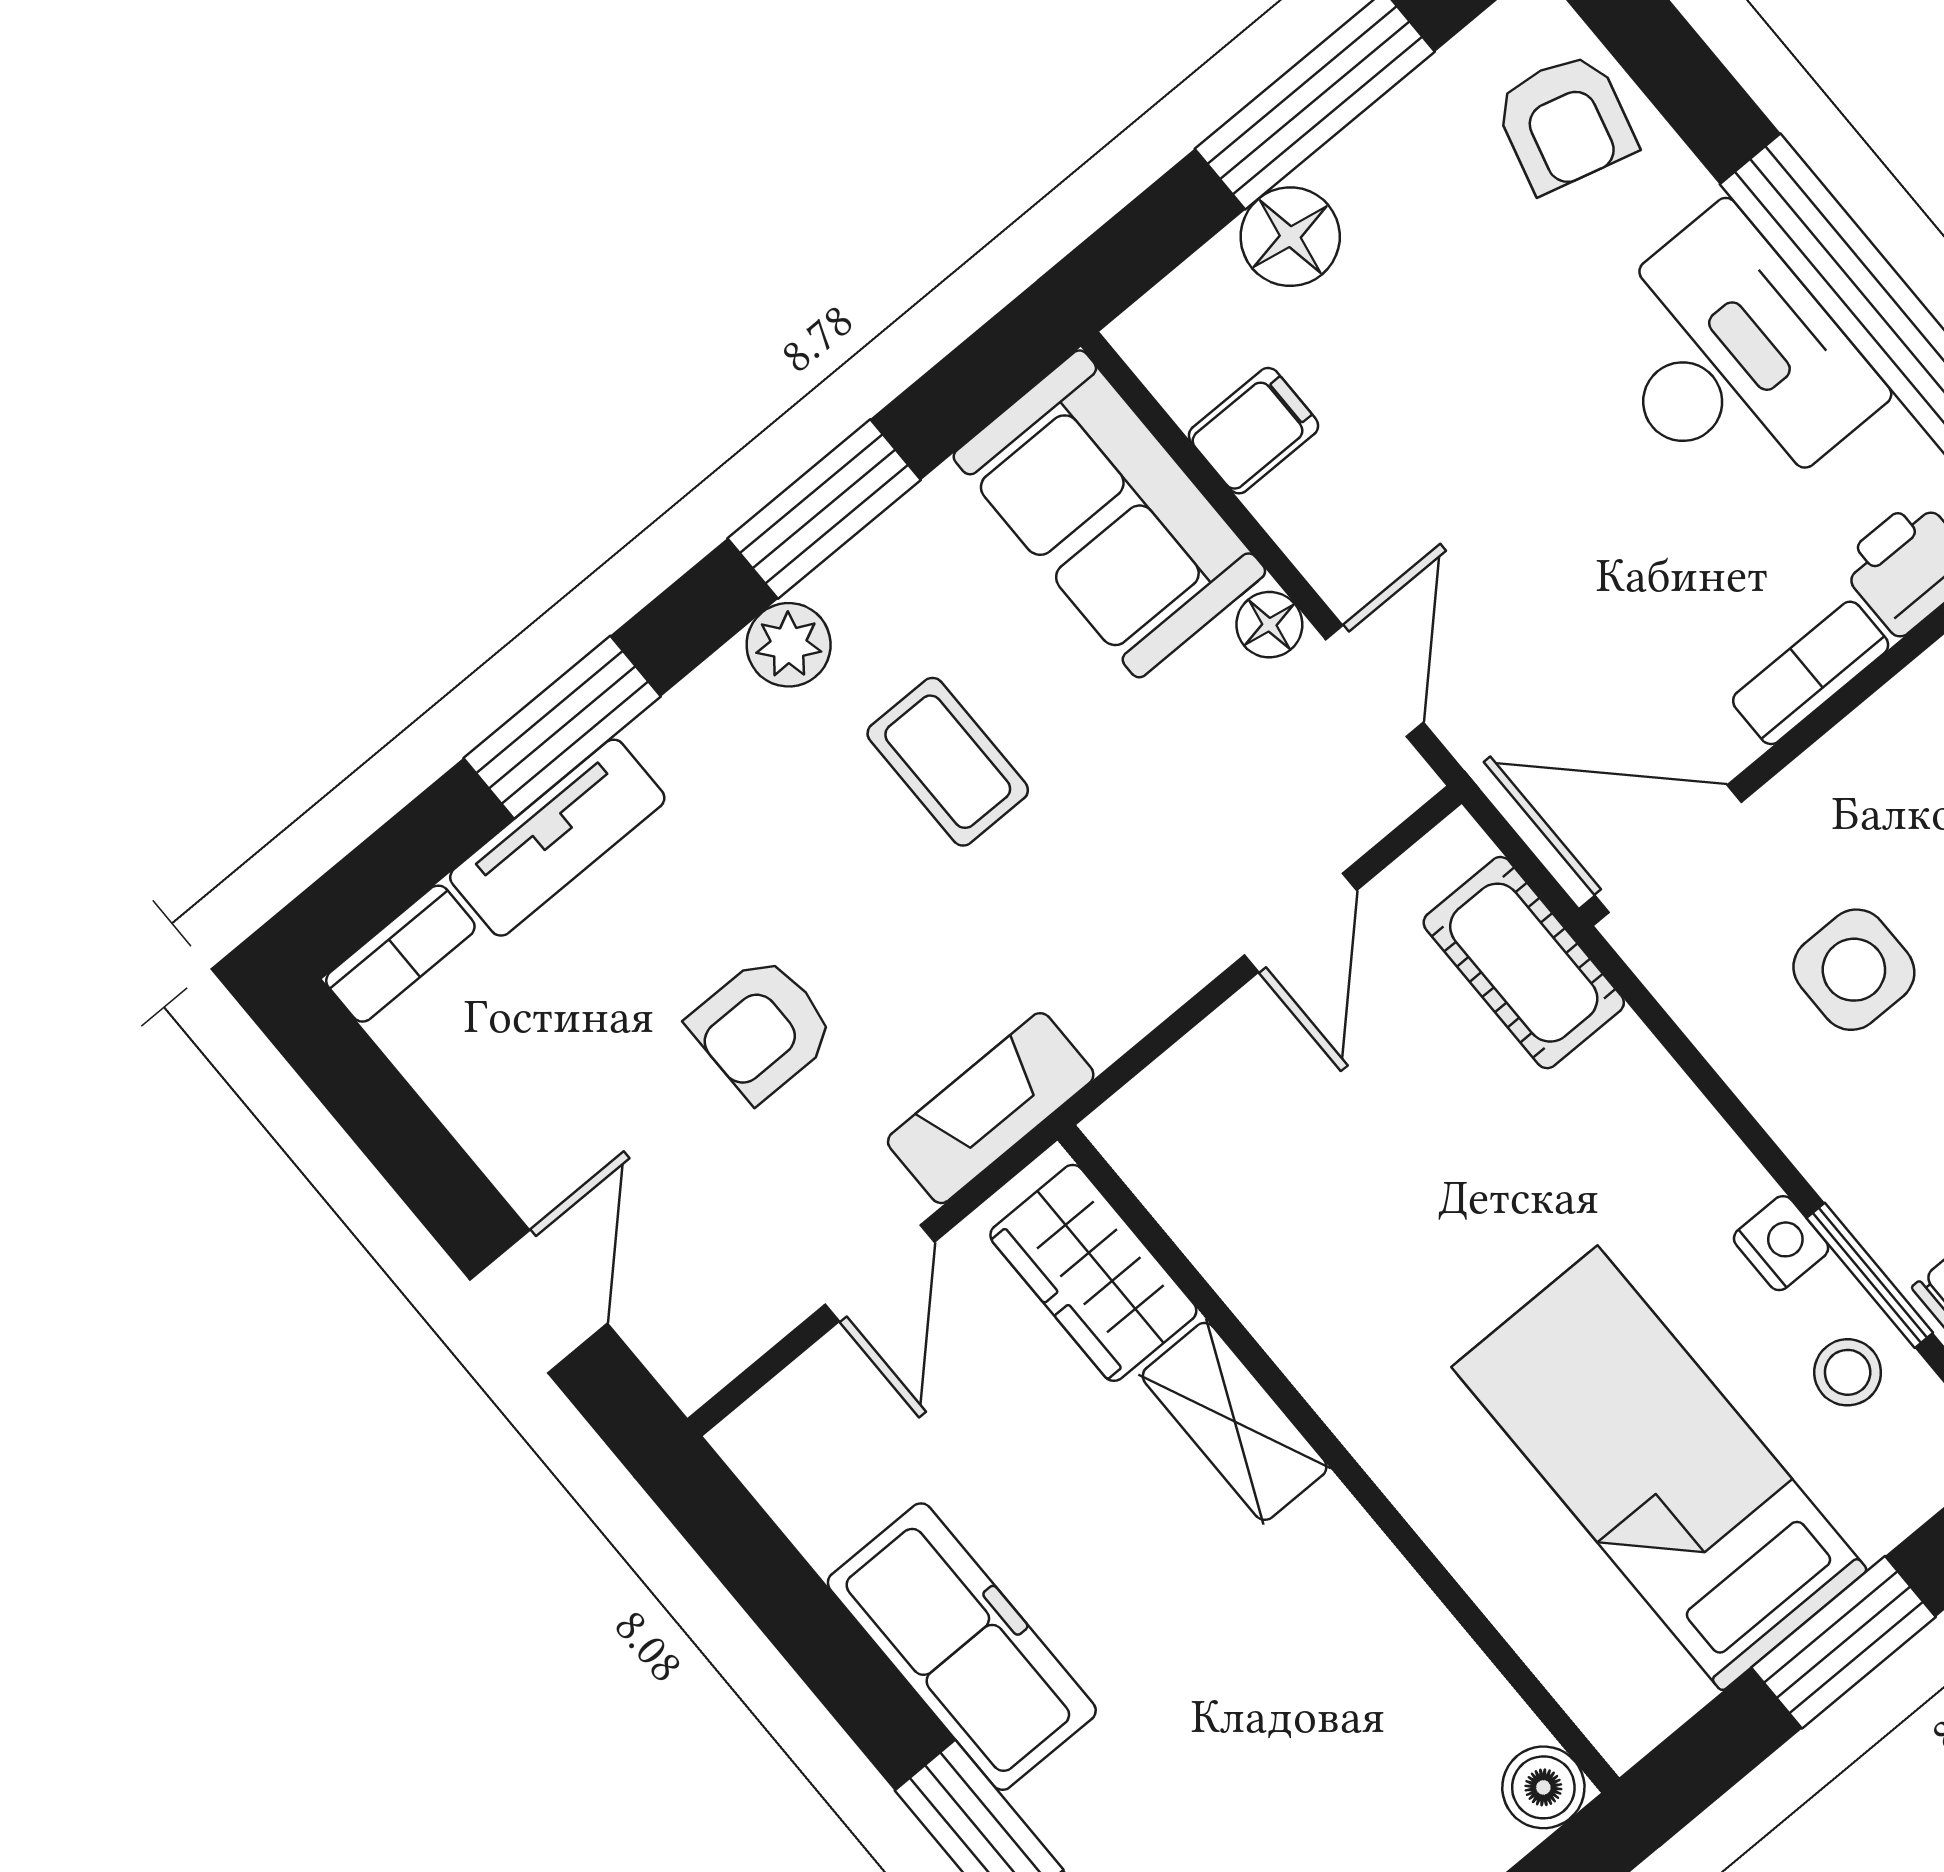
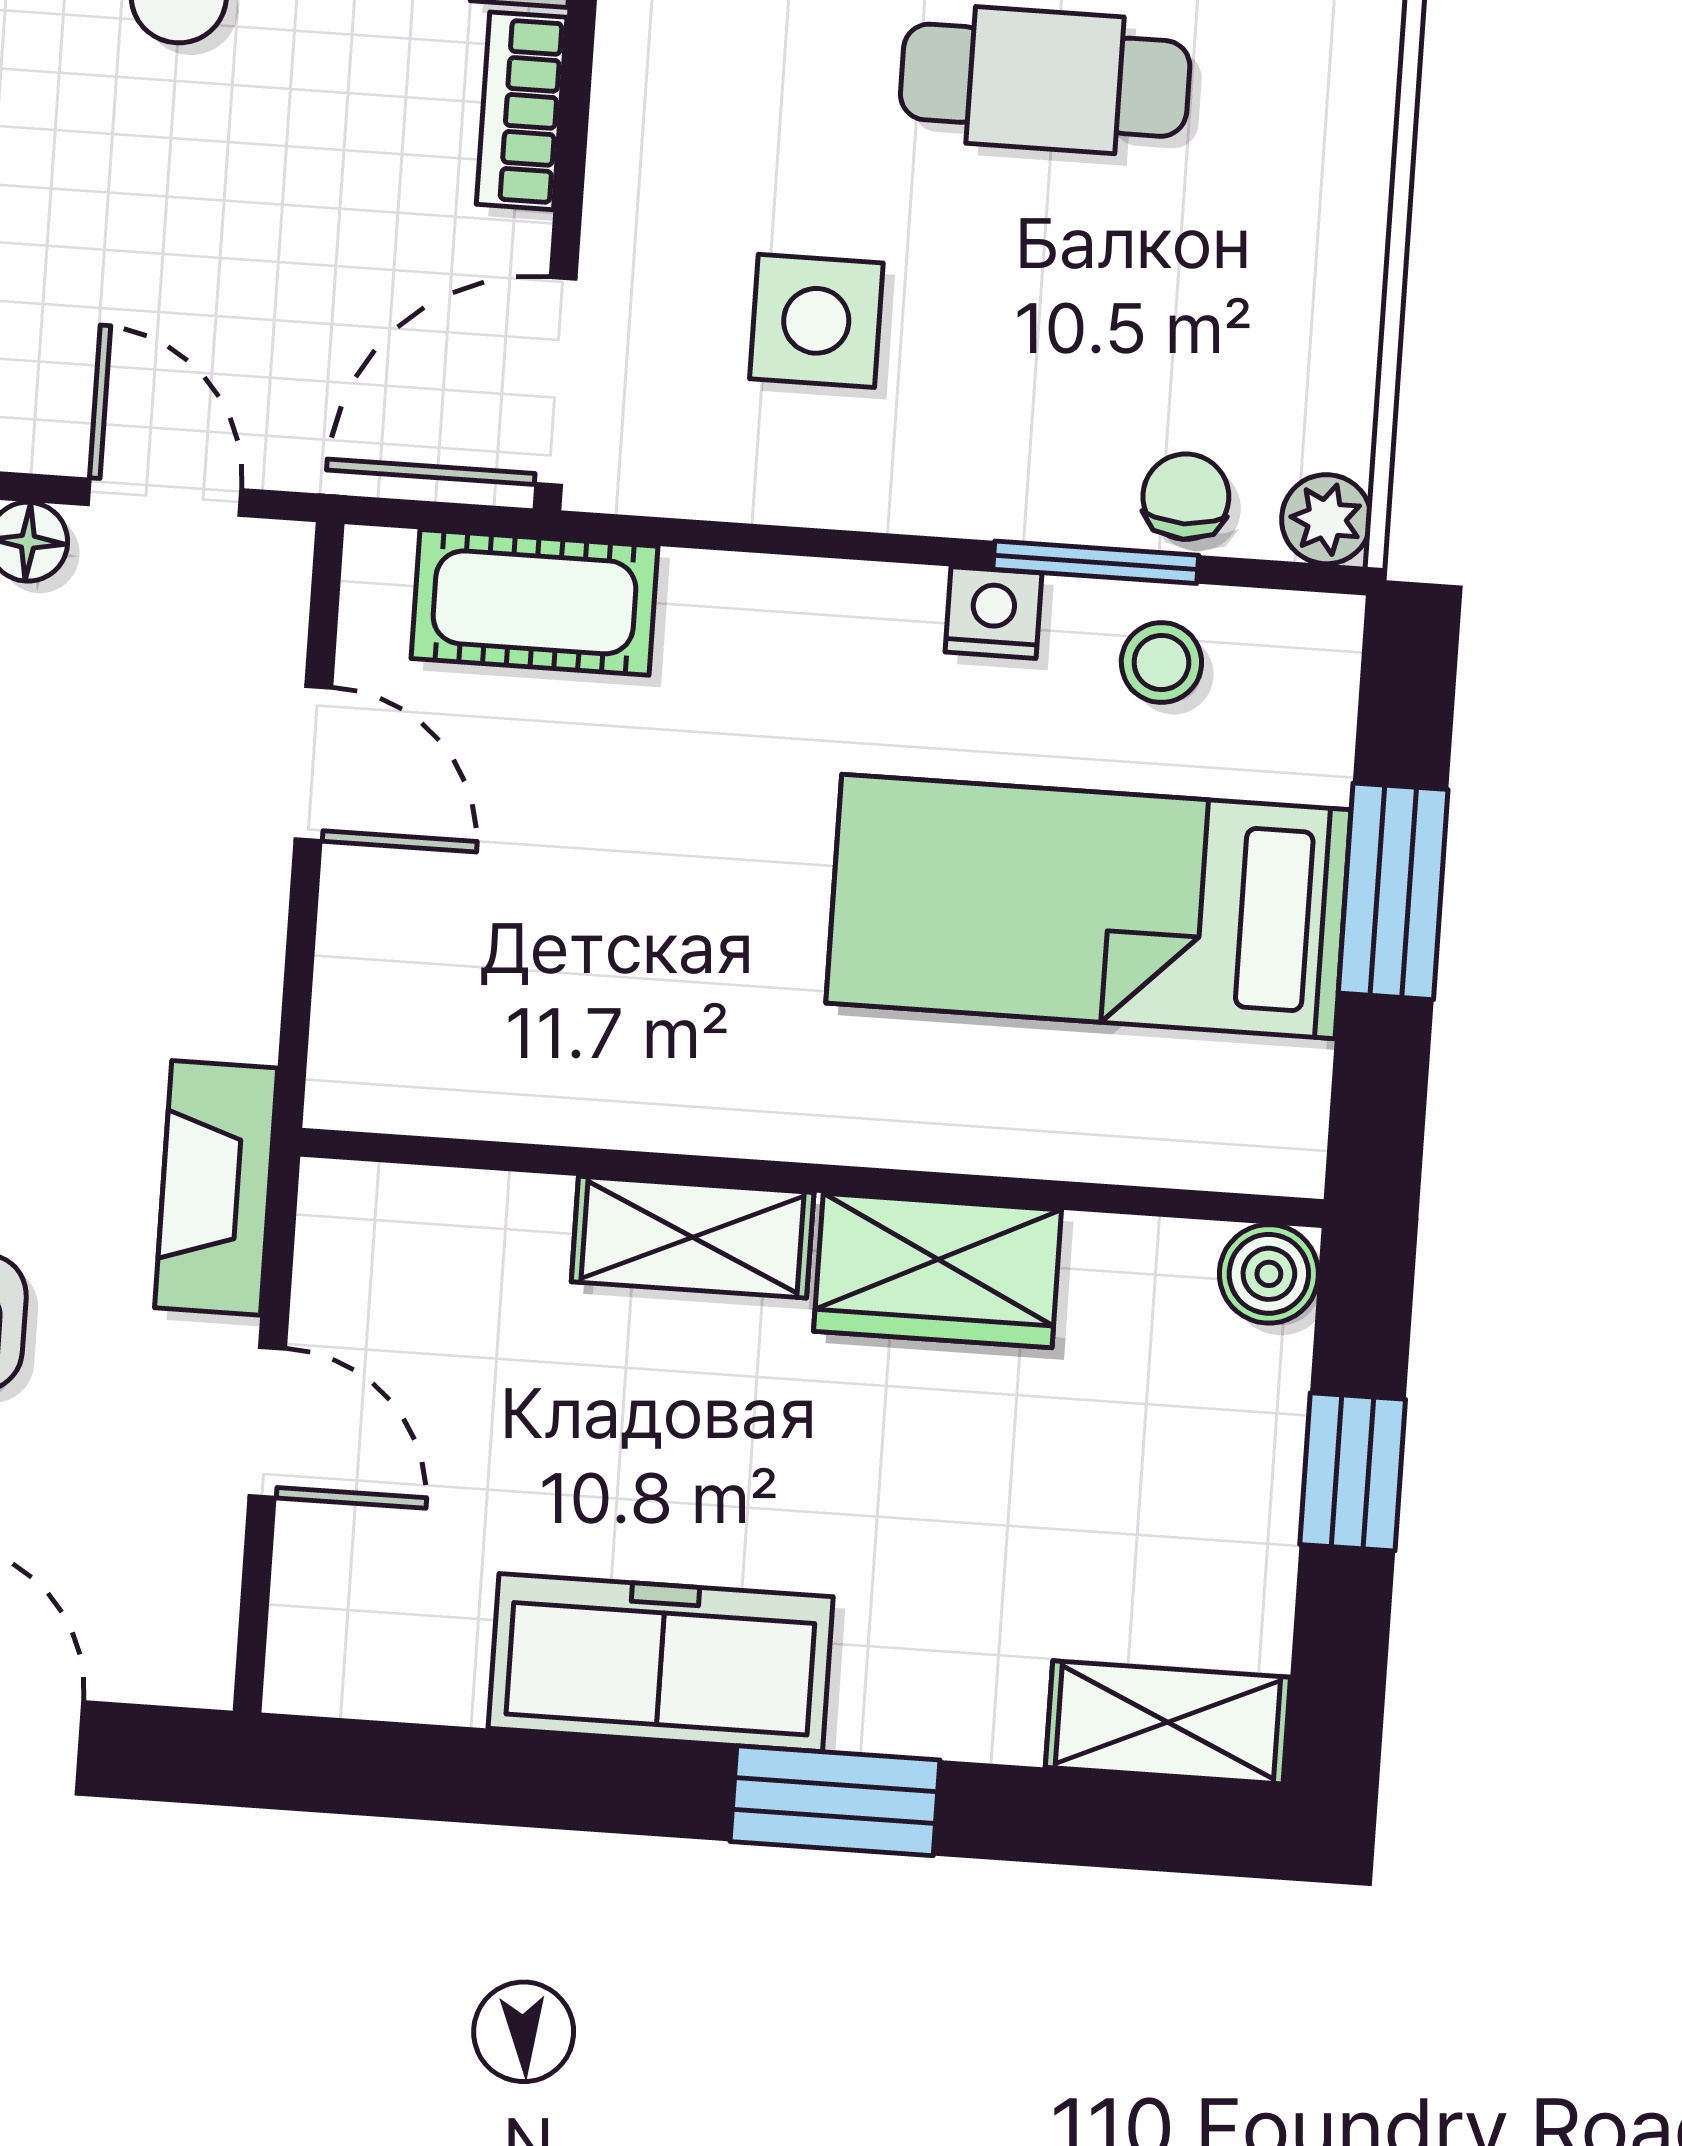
wardrobe: (1093, 1273) -> (938, 1271), moved

